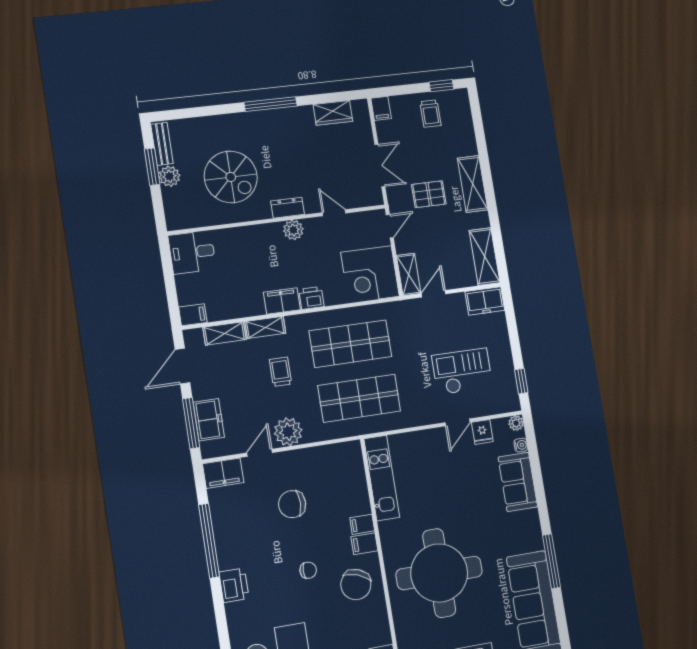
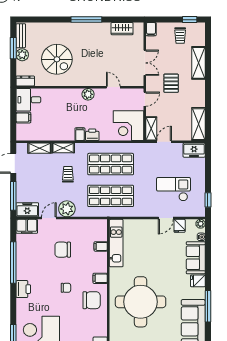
shelving: (473, 184) -> (198, 63), moved
pallet: (429, 194) -> (171, 83), turned 90
dresser: (288, 208) -> (25, 81), moved
filing cabinet: (282, 301) -> (80, 134), width x0.50
filing cabinet: (193, 315) -> (23, 118), moved
freezer: (209, 420) -> (27, 210), moved, turned -90
fridge: (528, 521) -> (198, 281), added
filing cabinet: (362, 524) -> (101, 246), moved
chair: (356, 585) -> (92, 300), turned -110

